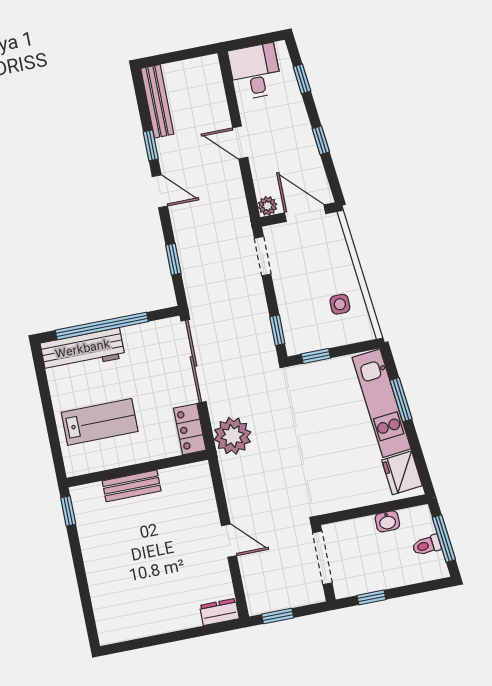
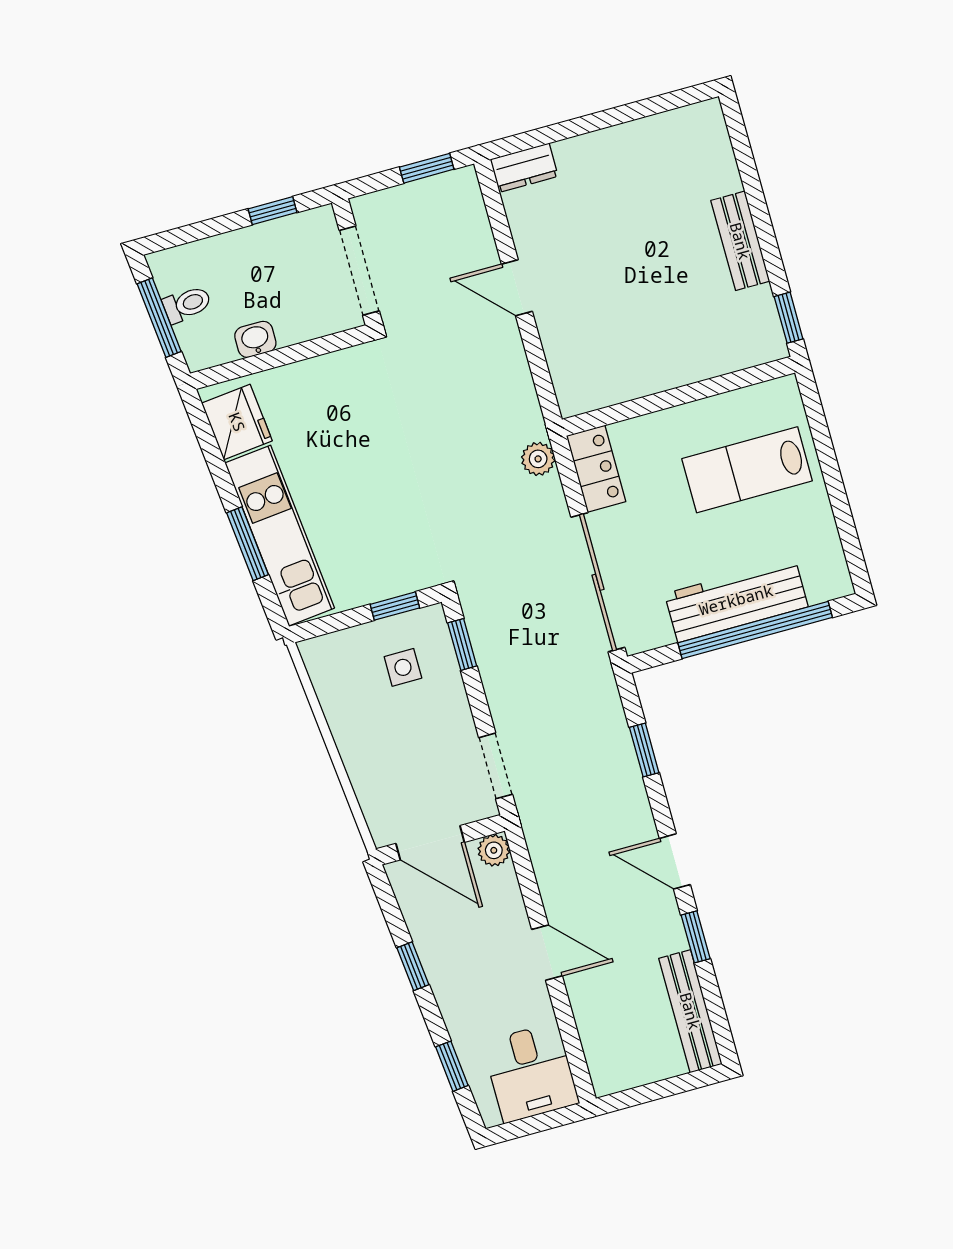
side table: (340, 304) -> (403, 667), moved
workbench: (83, 350) -> (736, 600), moved
plant: (233, 436) -> (538, 459), width x0.53, depth x0.53
bench: (132, 486) -> (740, 241), moved, turned 90

